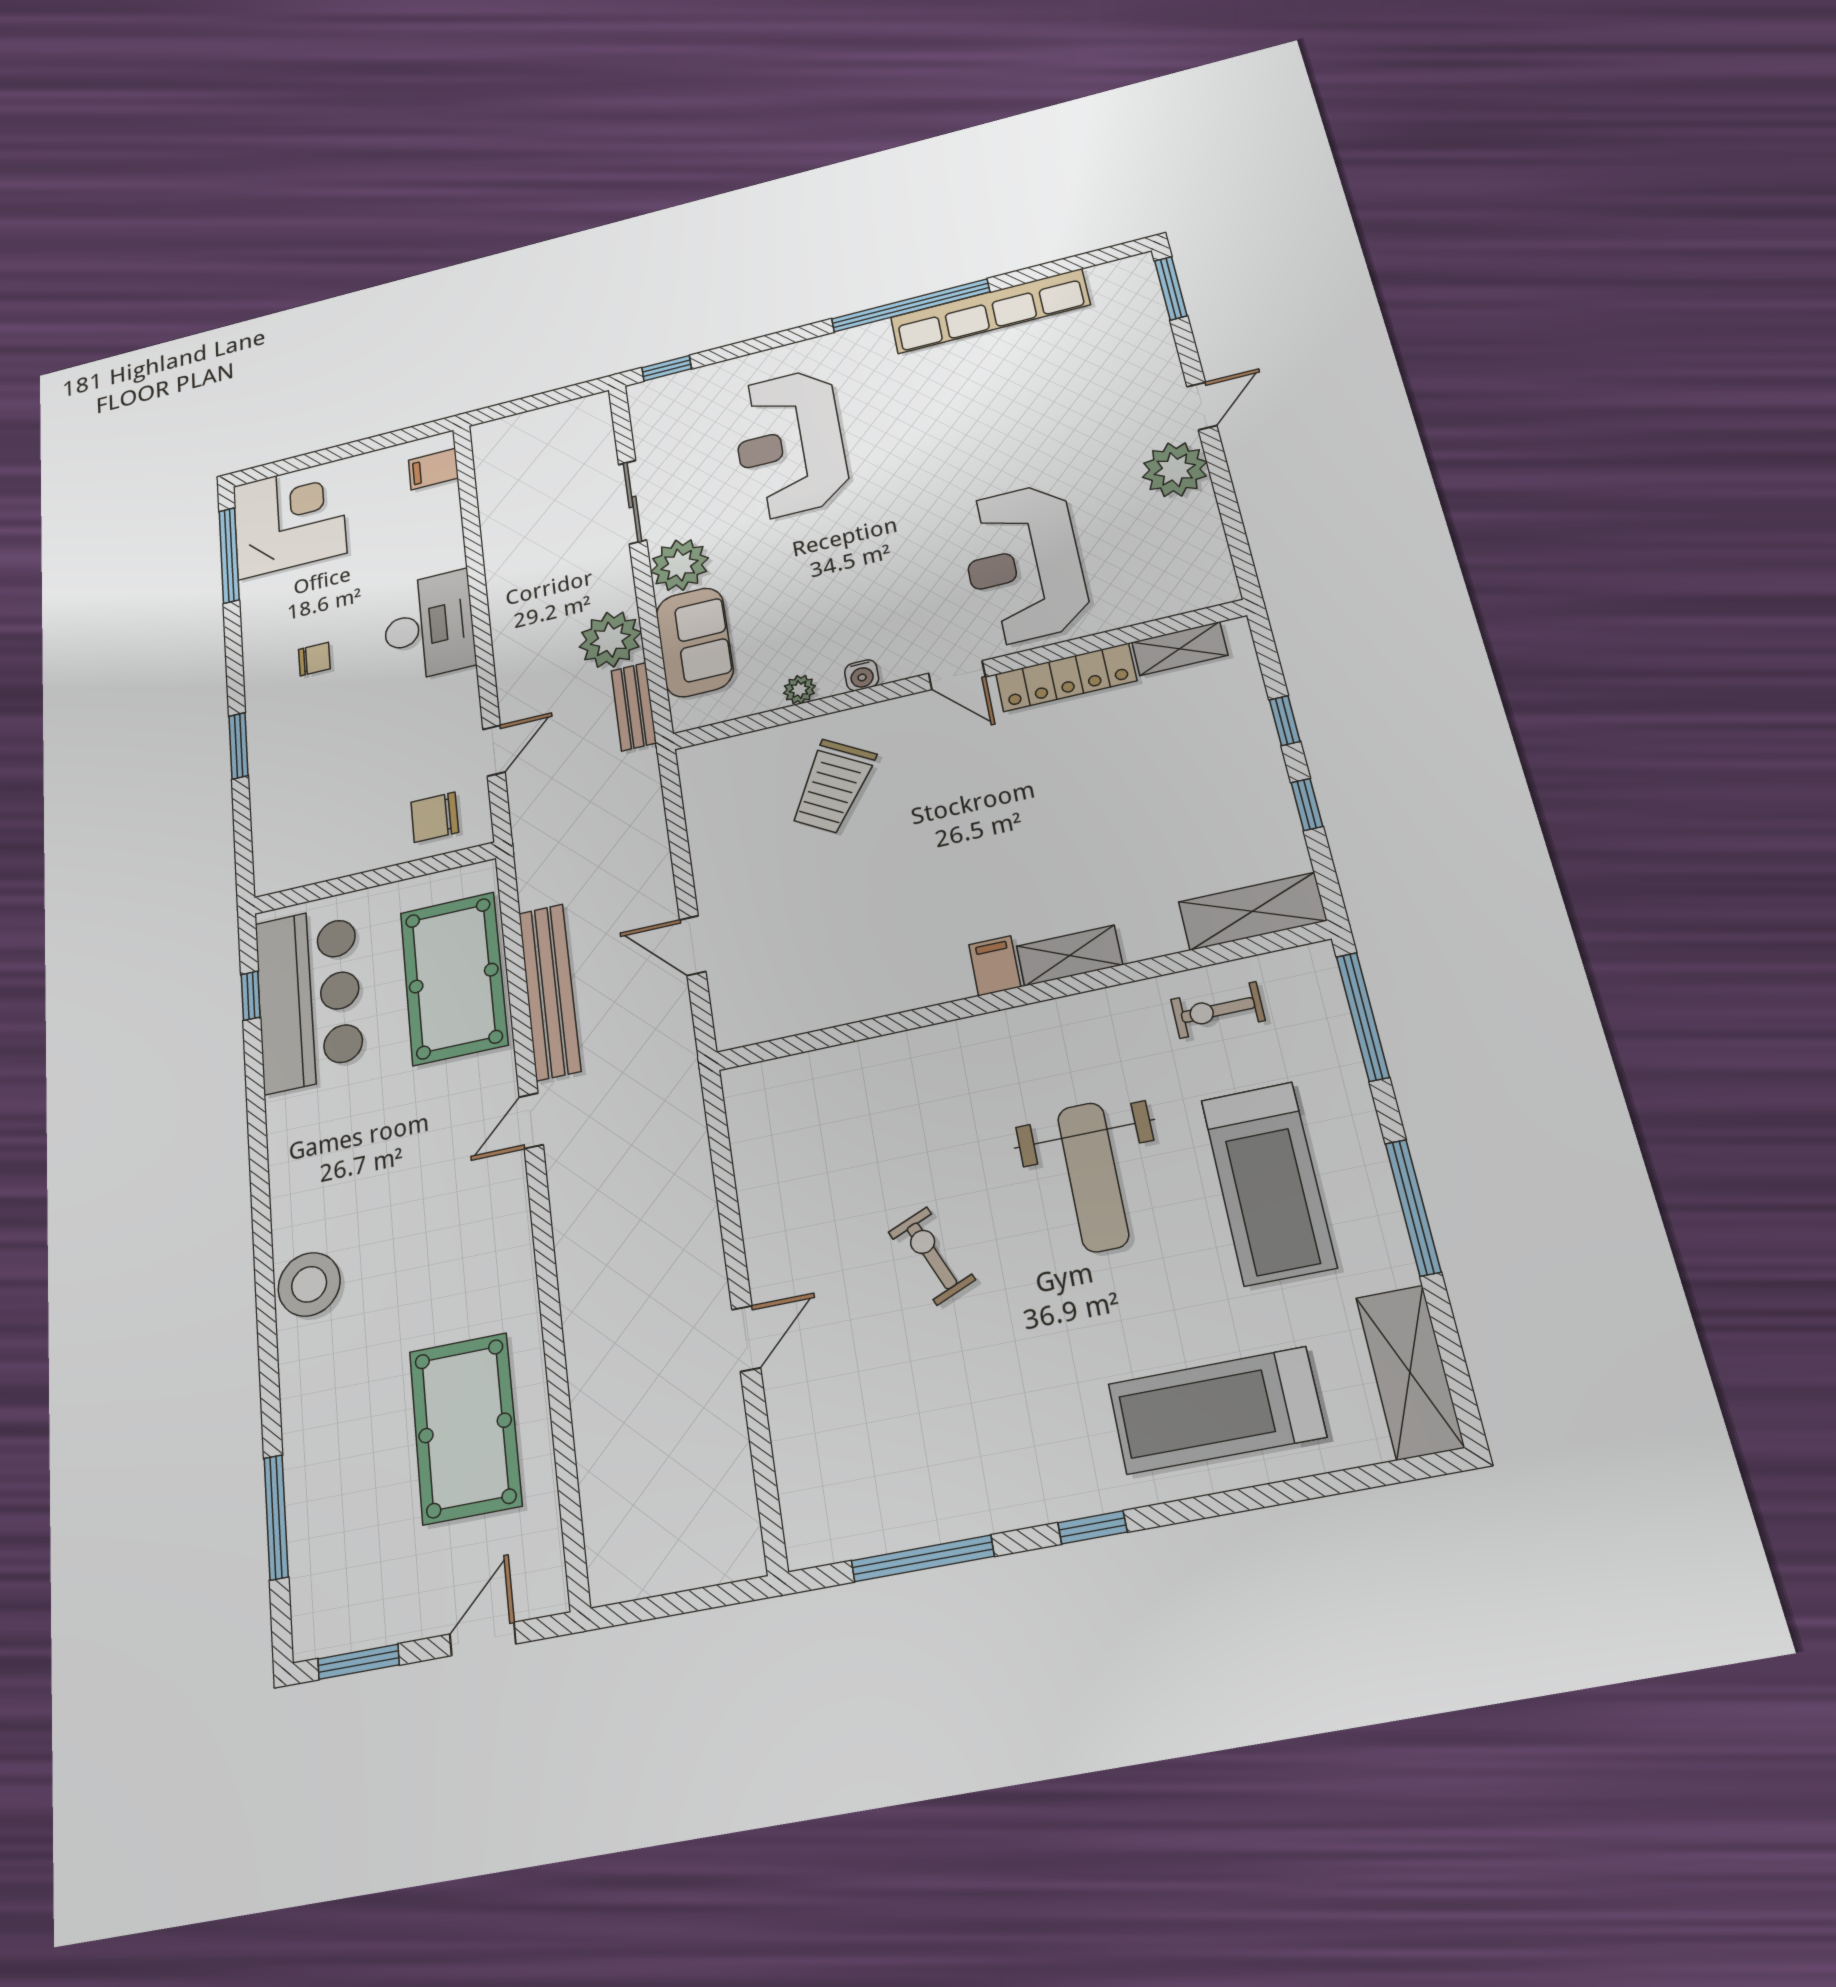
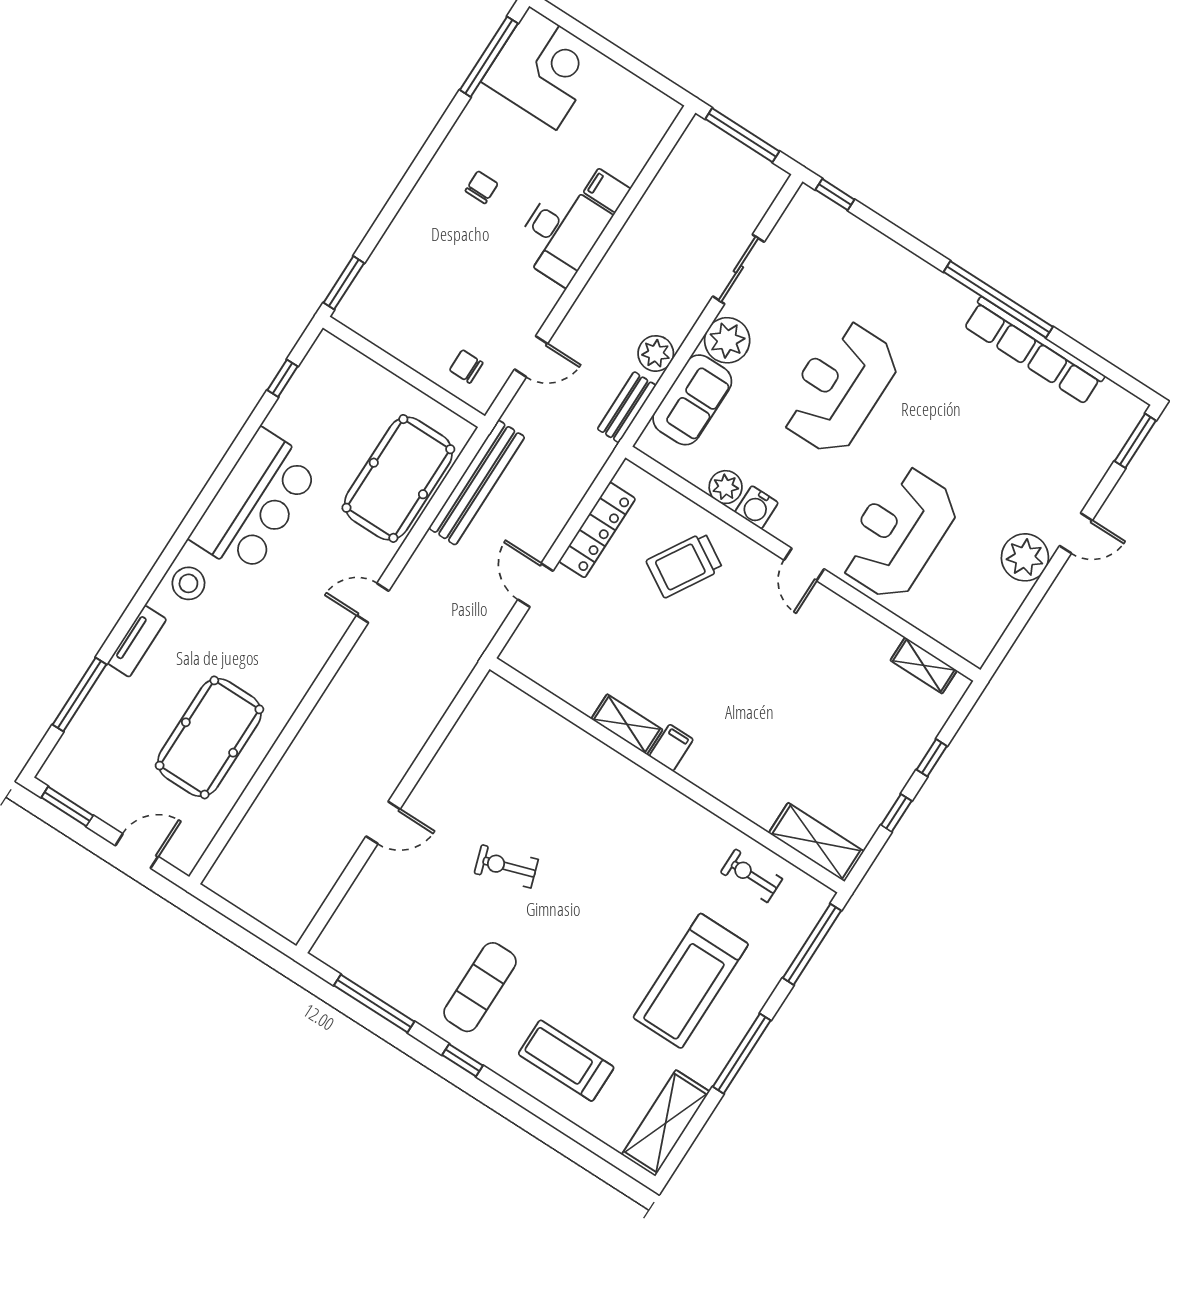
window: (531, 403) -> (742, 135), added
reception desk: (789, 444) -> (839, 387), moved
filing cabinet: (433, 469) -> (607, 191), moved
plant: (610, 640) -> (656, 353), width x0.73, depth x0.73
chair: (314, 659) -> (482, 187), turned -90
water cooler: (862, 675) -> (757, 507), width x1.38, depth x1.38
locker: (1066, 677) -> (597, 530), moved, turned -90
plant: (799, 690) -> (726, 487), width x1.38, depth x1.38
window: (238, 746) -> (344, 283), moved
chair: (435, 817) -> (466, 366), width x0.73, depth x0.73
shelving: (1069, 956) -> (627, 724), moved
bench: (549, 991) -> (477, 483), moved
bar counter: (309, 997) -> (255, 502), moved
weight bench: (1093, 1177) -> (616, 901), removed
exercise bike: (932, 1256) -> (506, 866), turned -85
stool: (309, 1284) -> (188, 583), width x0.73, depth x0.73
tv unit: (298, 1398) -> (137, 641), added
treadmill: (1216, 1410) -> (566, 1061), width x0.73, depth x0.73
exercise mat: (1031, 1420) -> (480, 987), added

